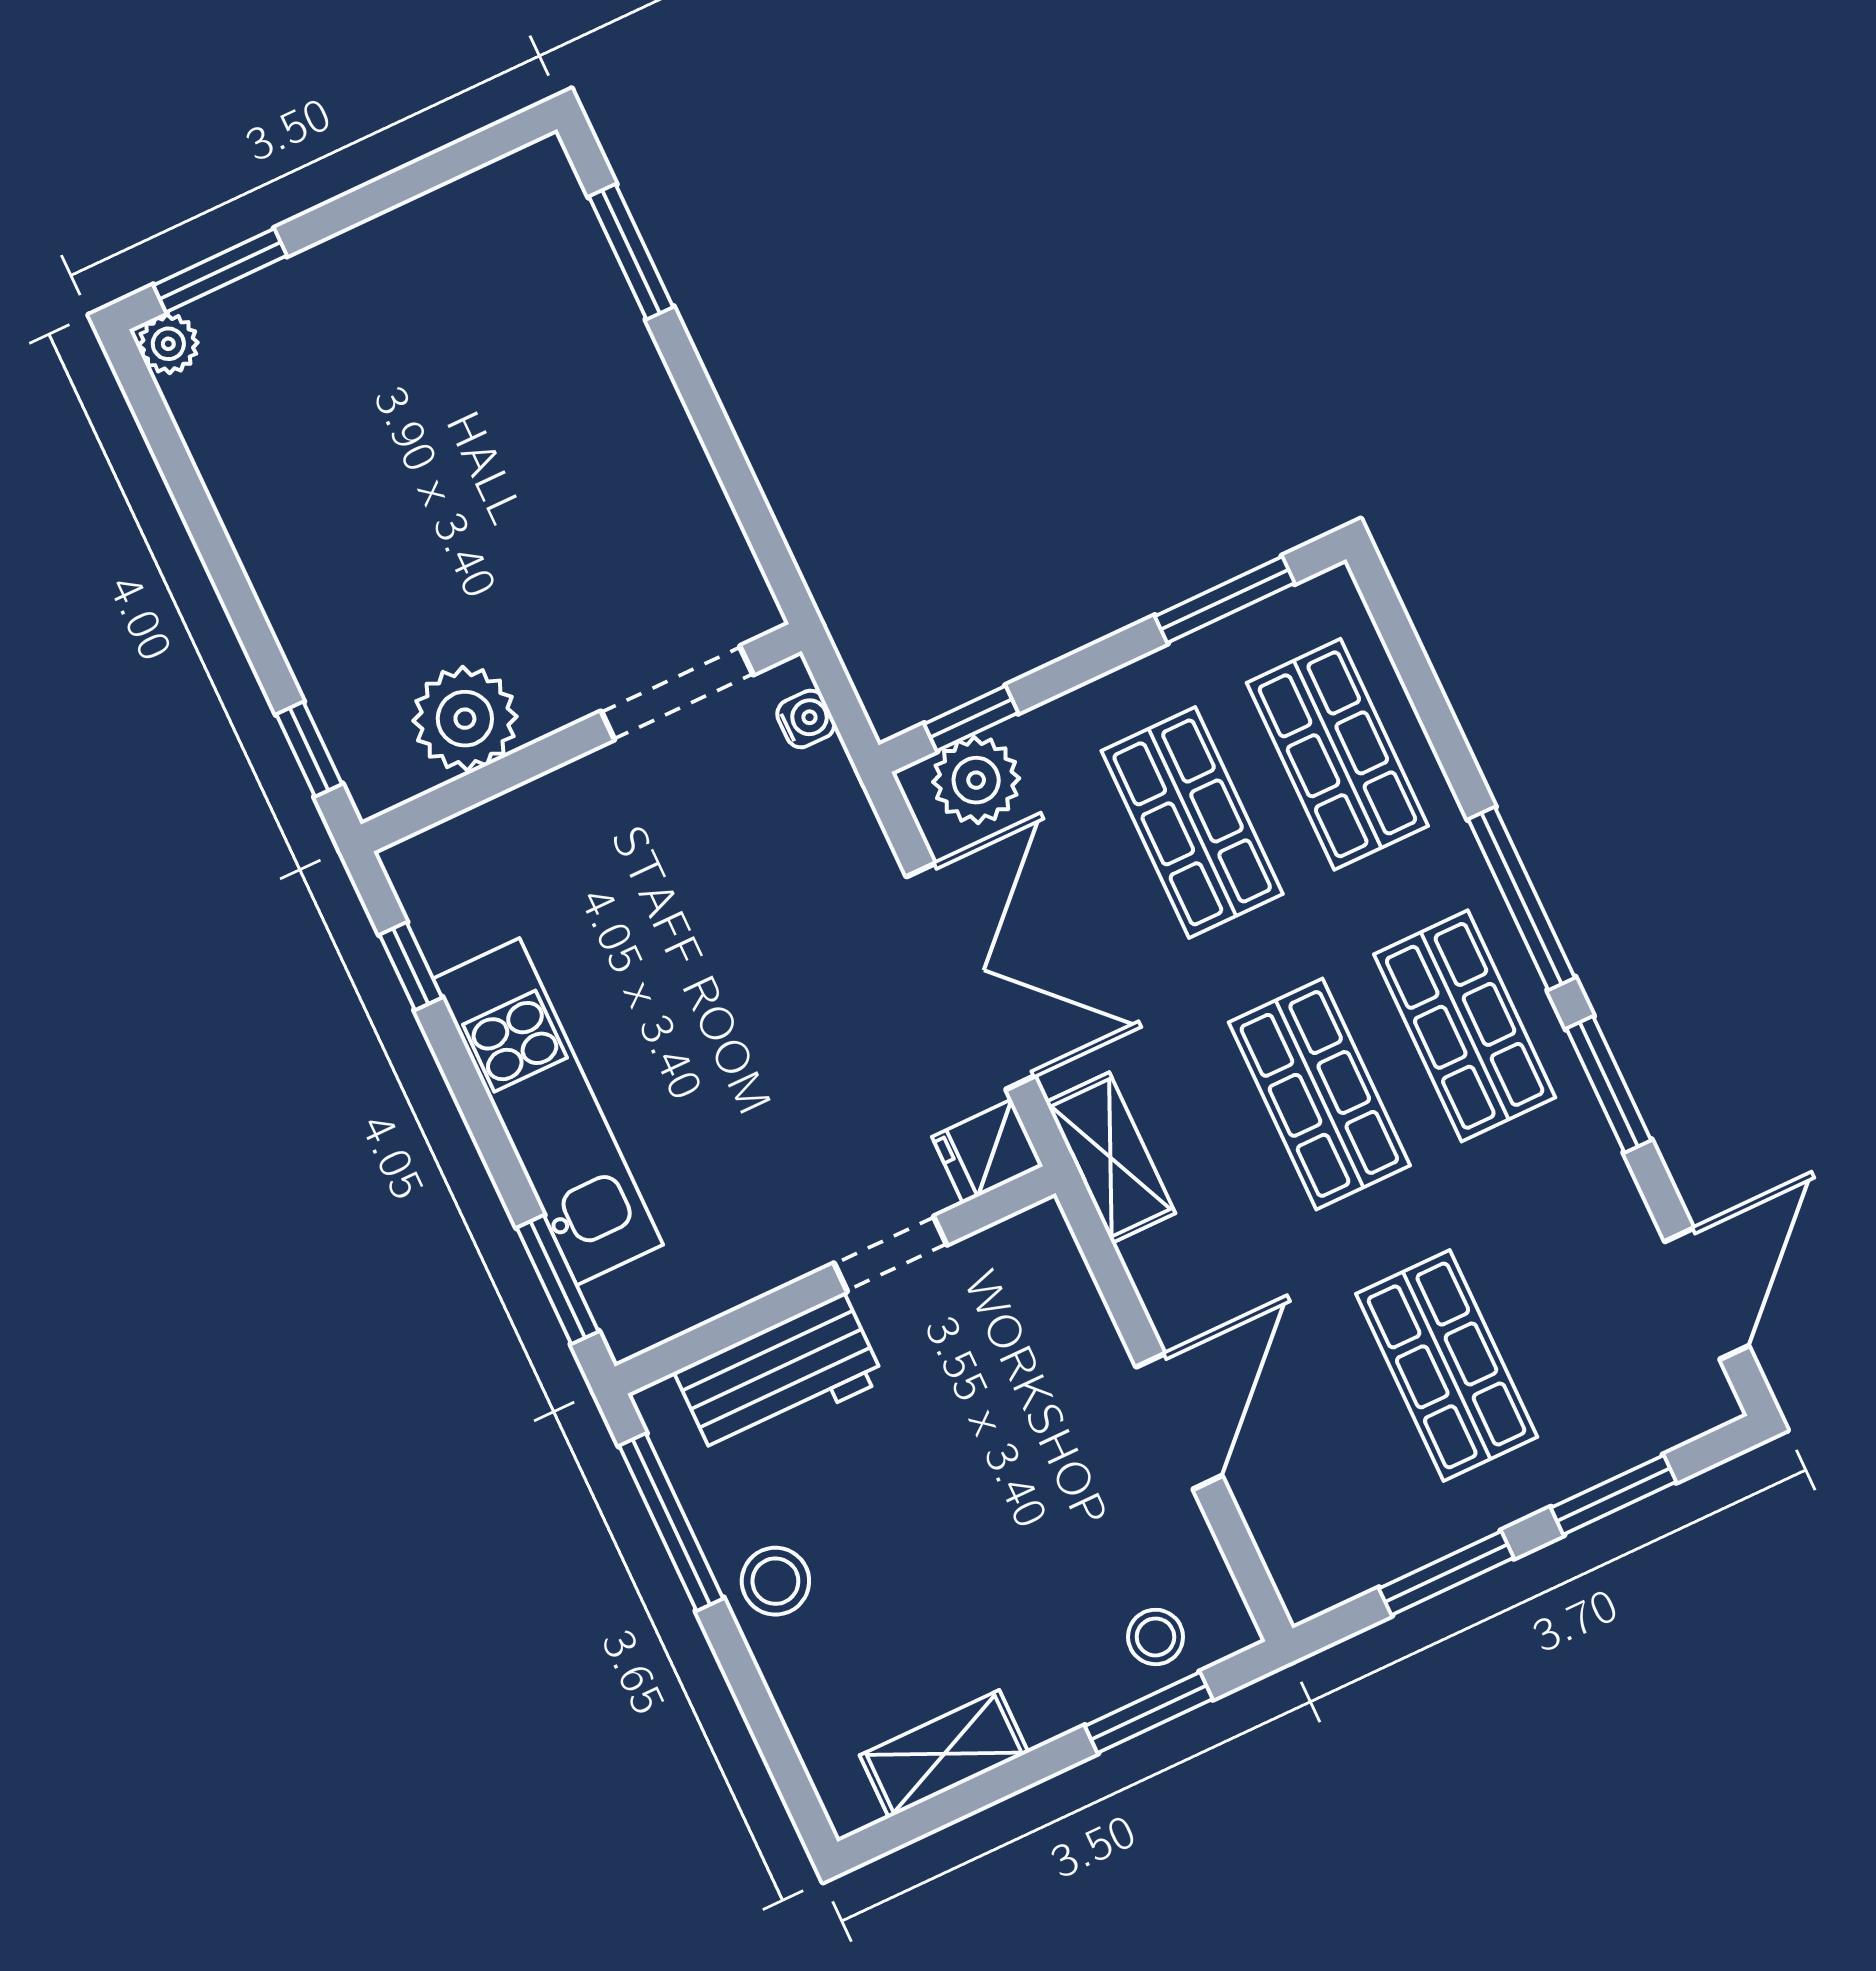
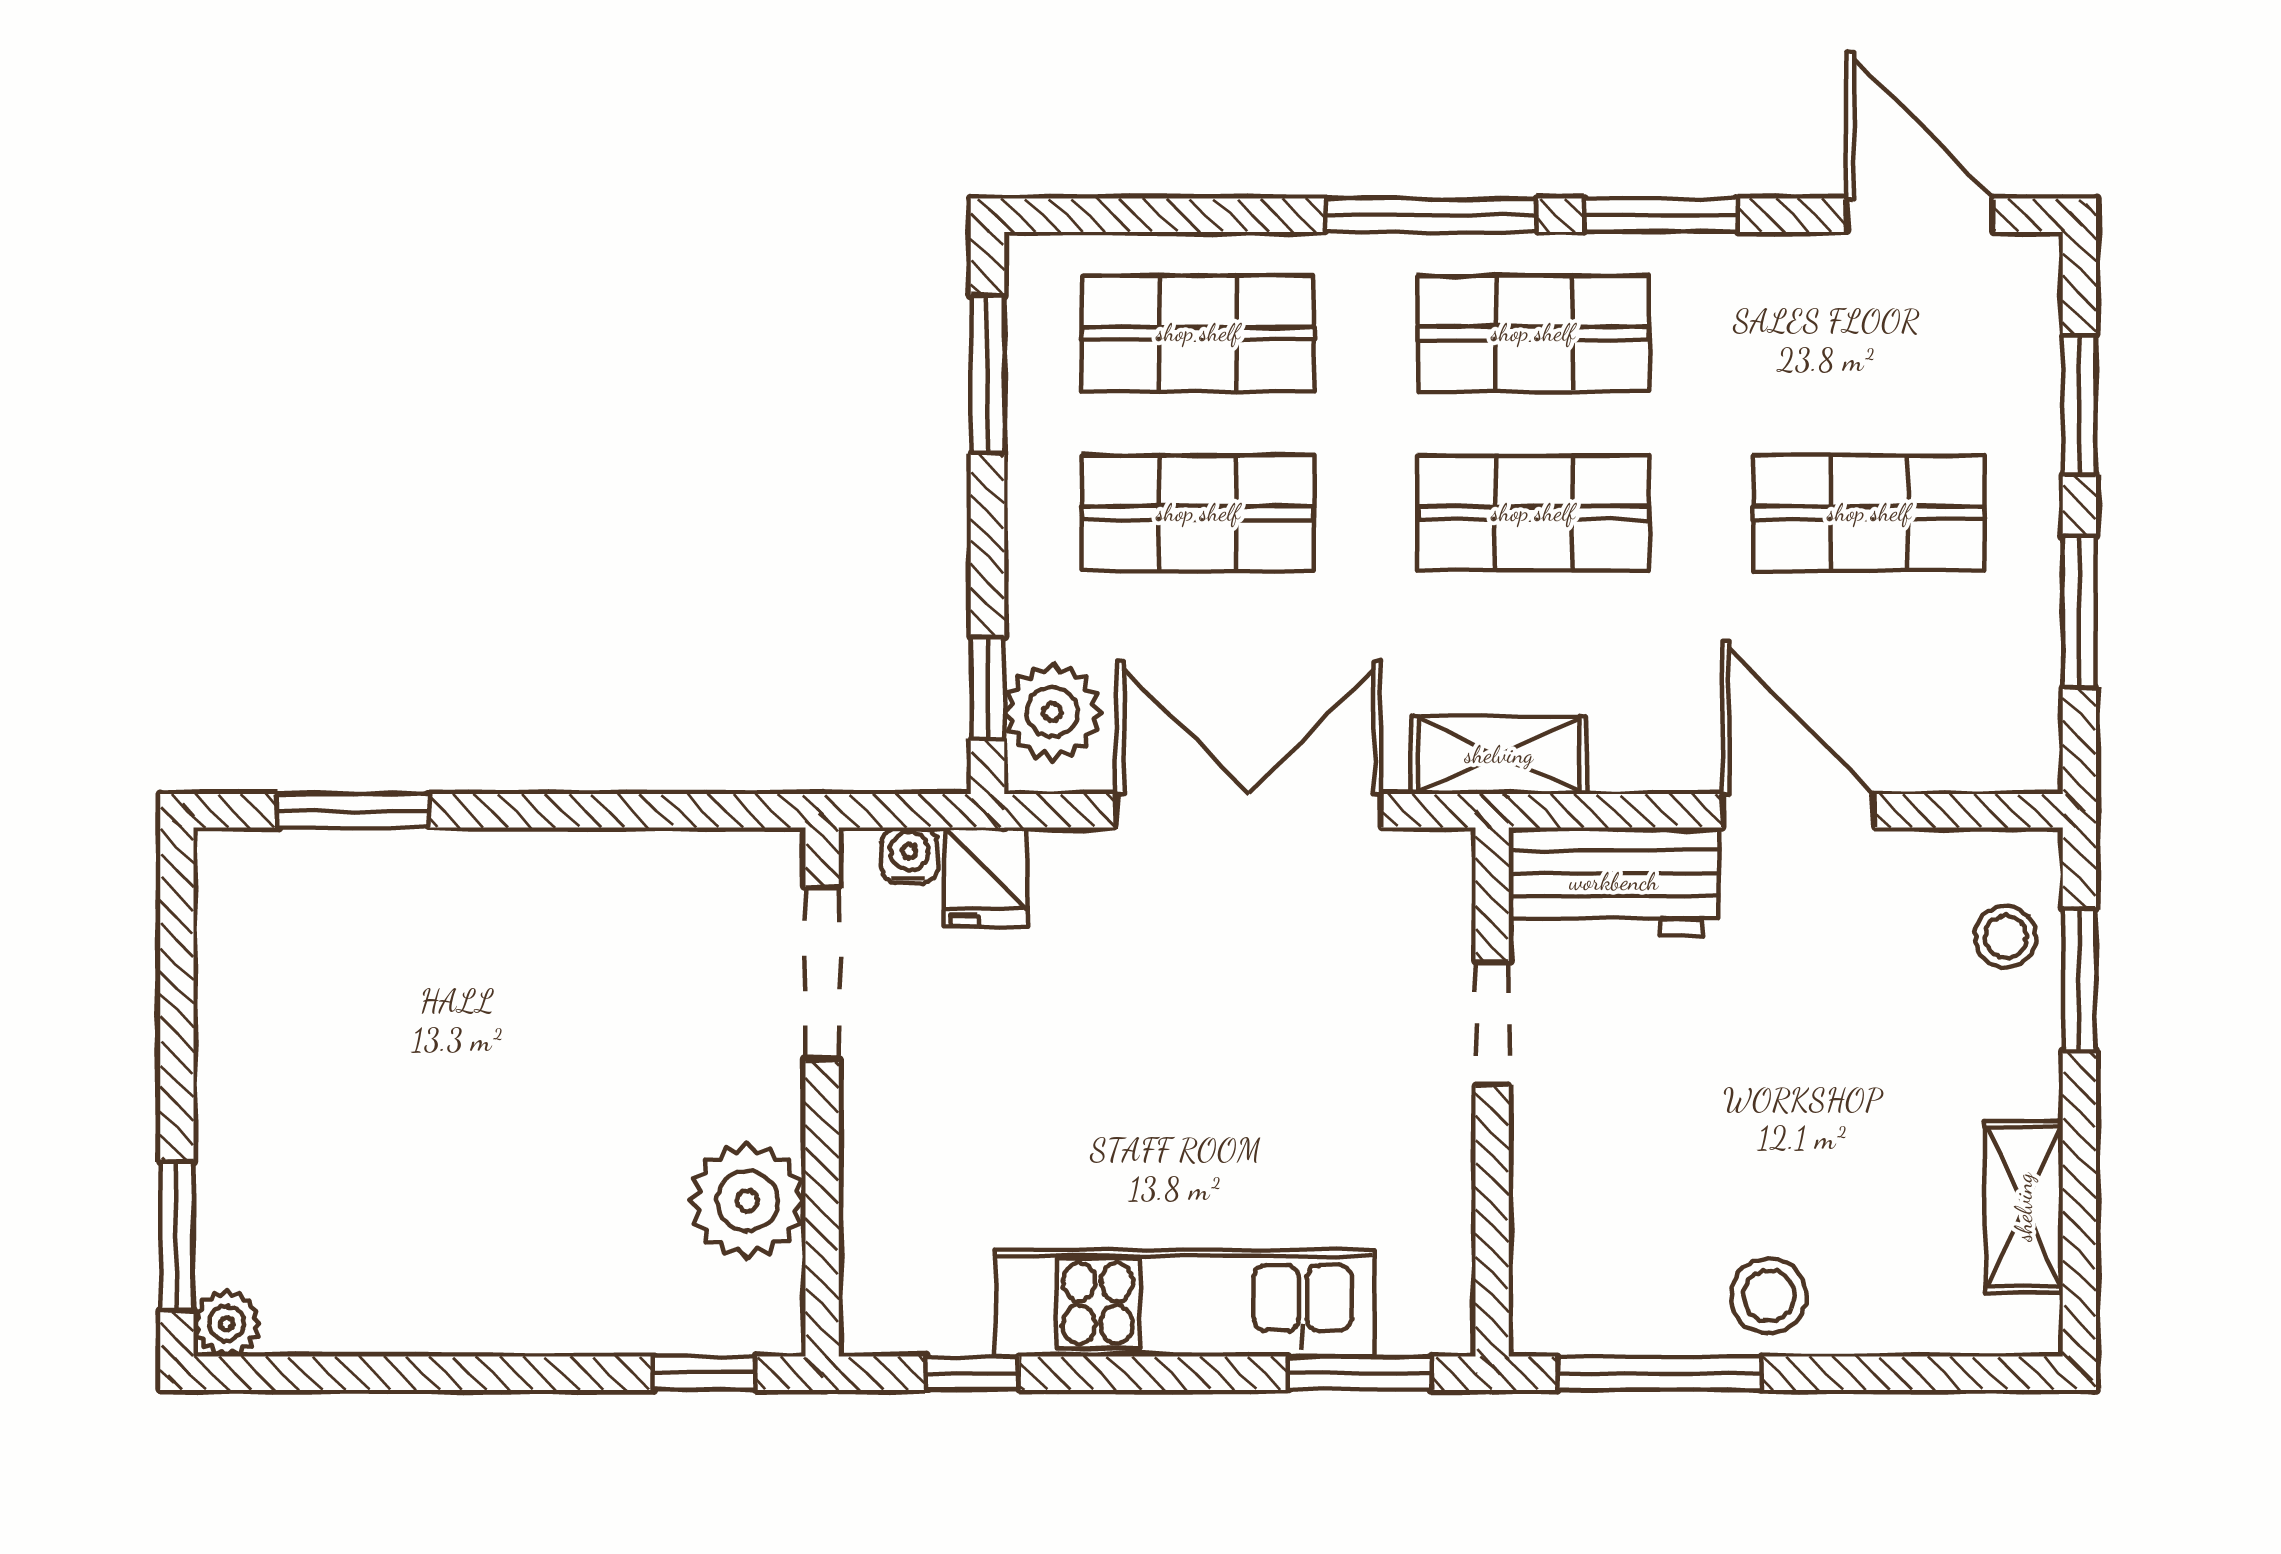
fridge: (987, 1151) -> (986, 877), moved
workbench: (779, 1376) -> (1614, 882), moved, turned 90

